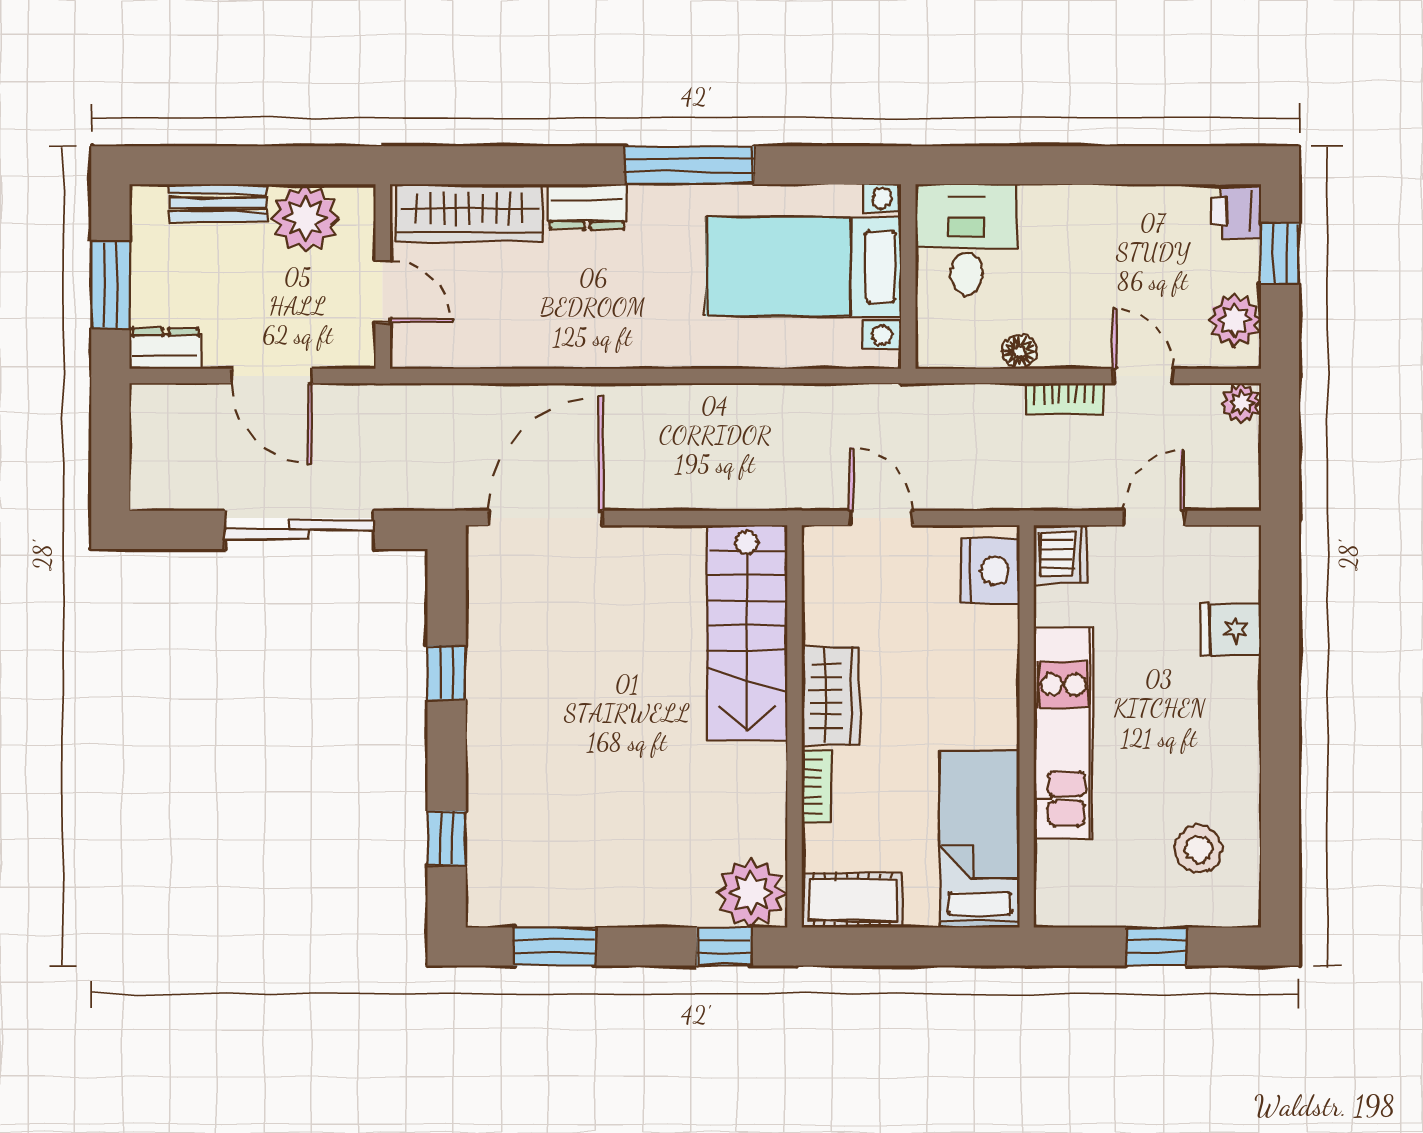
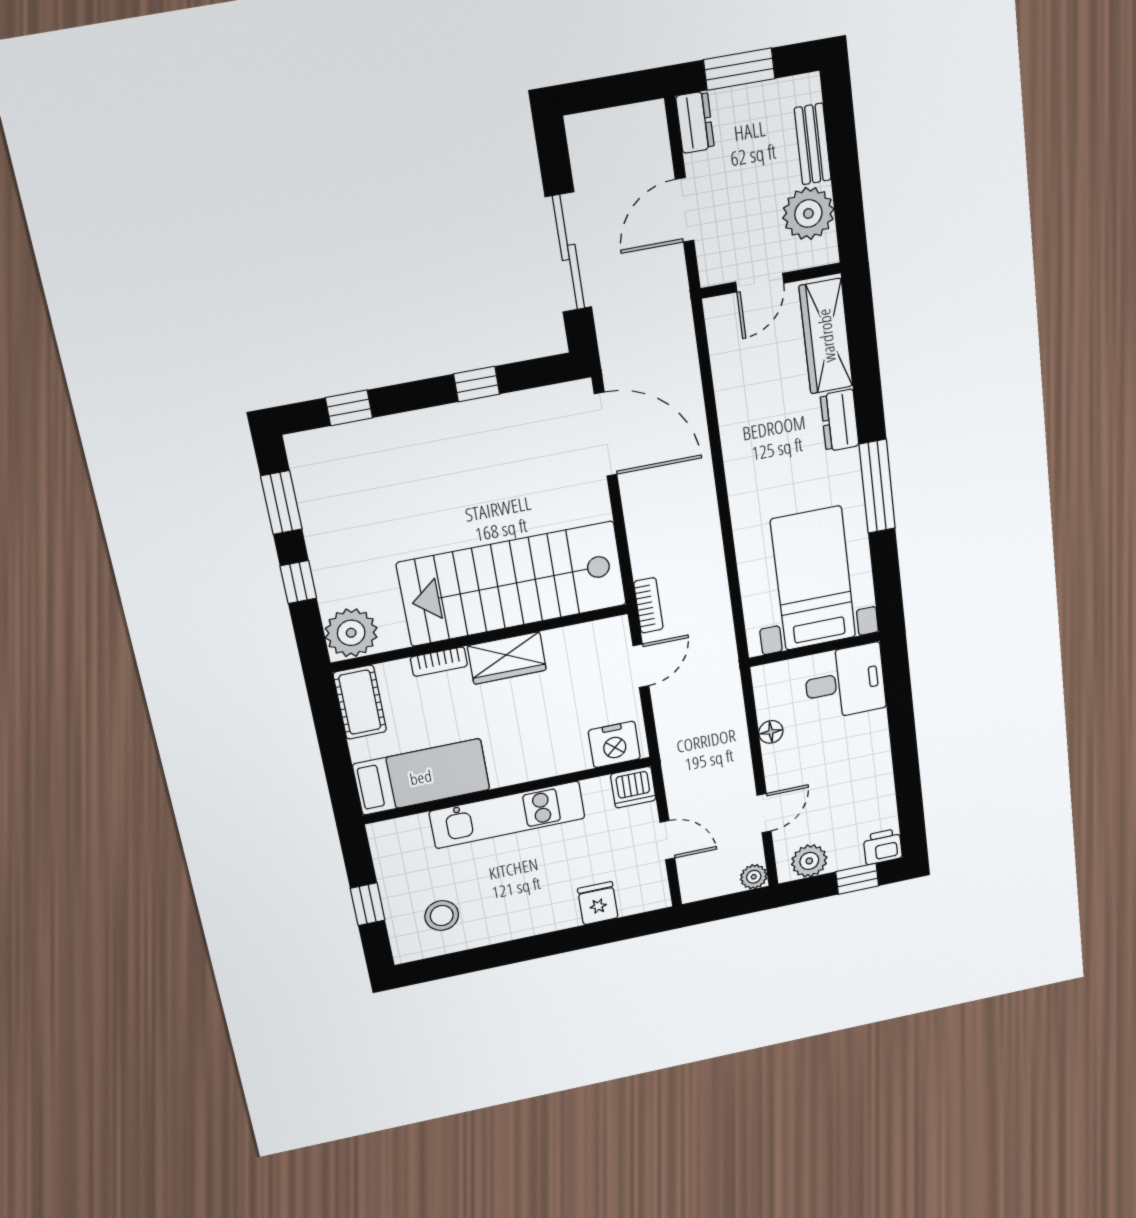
bookcase: (1064, 398) -> (648, 605), moved, turned 180
stairs: (747, 632) -> (512, 584), width x1.36, depth x1.51
window: (724, 947) -> (298, 582), moved

